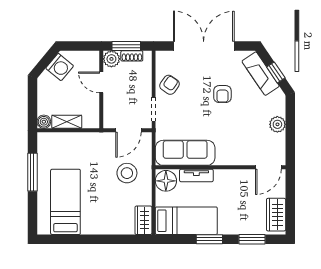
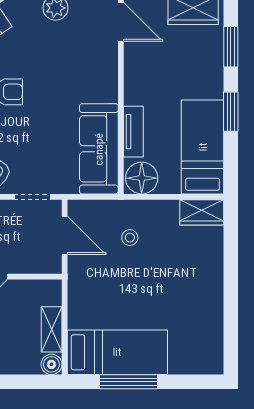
stool: (127, 173) -> (130, 238), width x0.53, depth x0.53
bed: (65, 202) -> (117, 352), moved, turned 180

